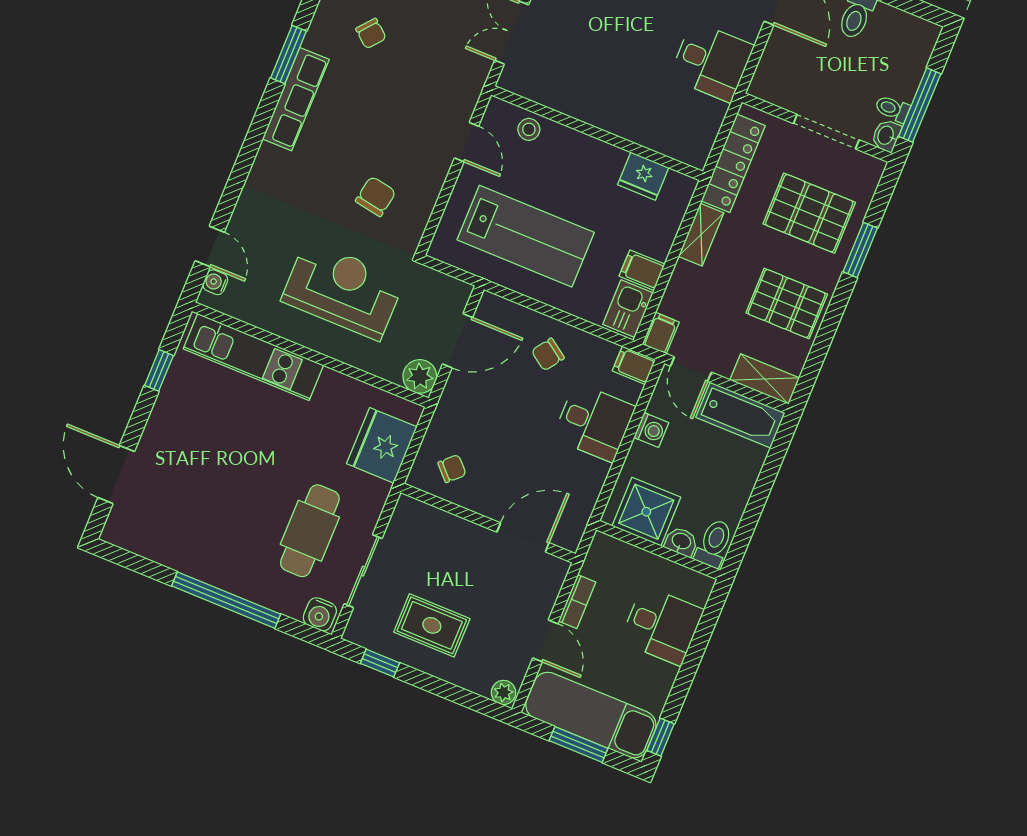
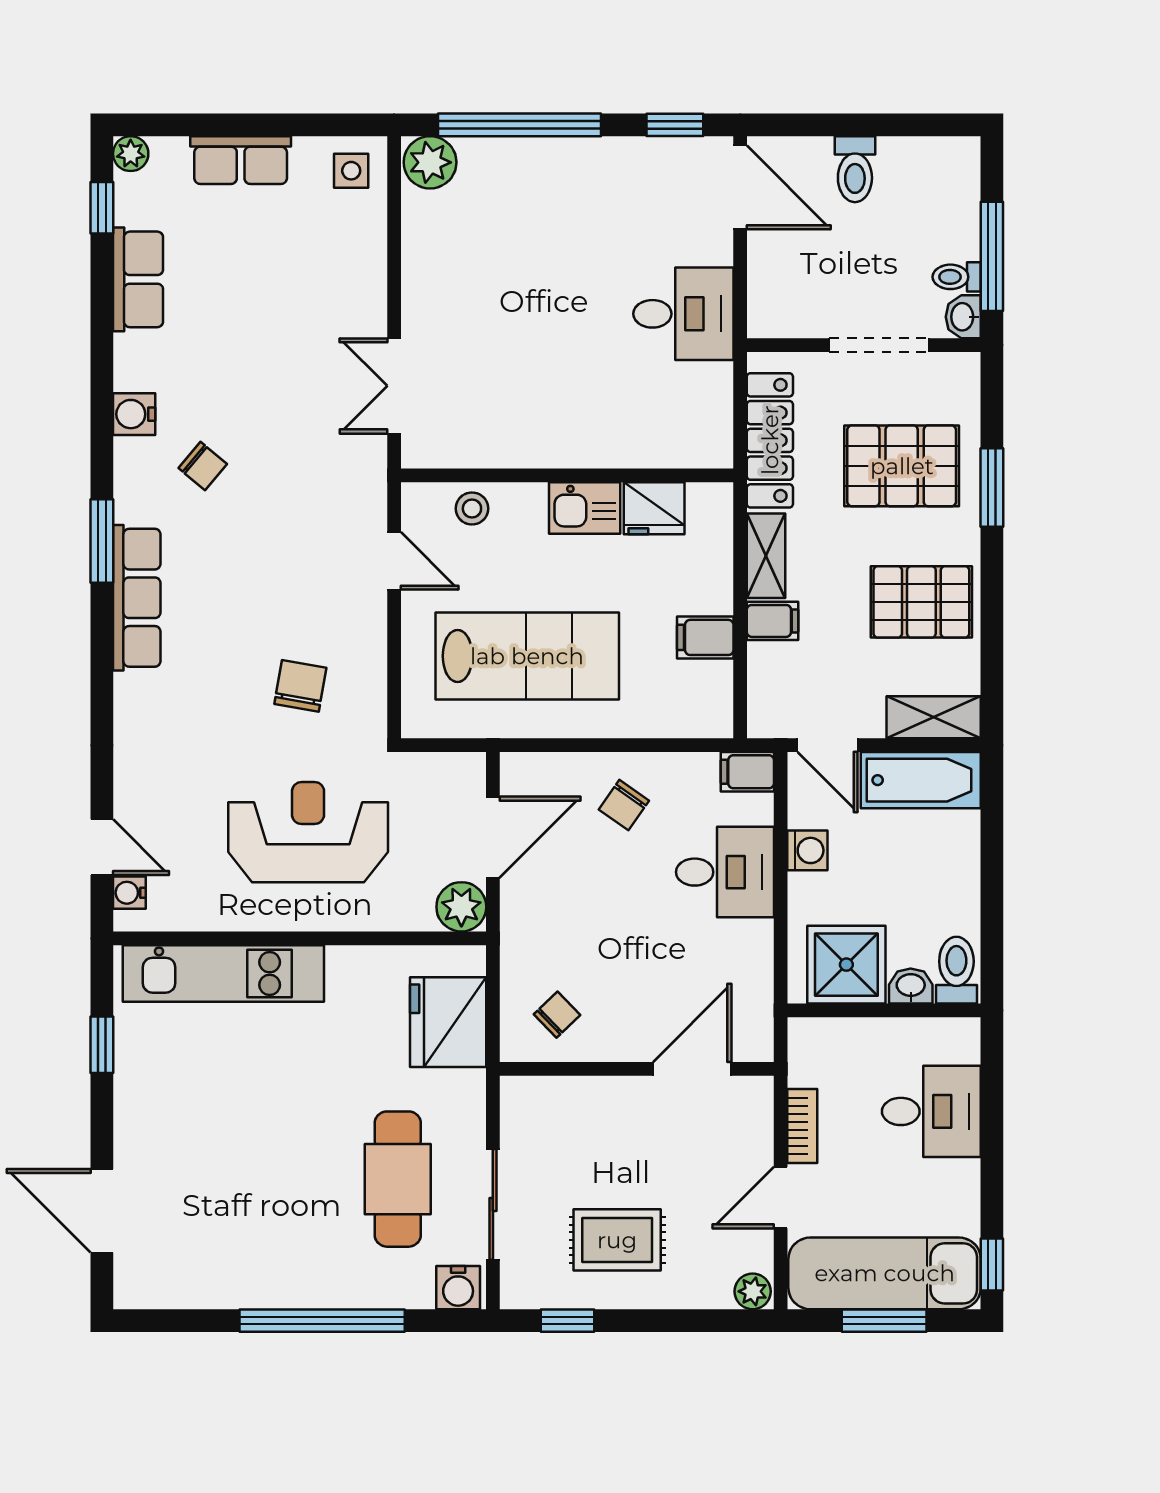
kitchen sink: (628, 309) -> (585, 508), moved, turned -90
filing cabinet: (661, 333) -> (772, 621), moved, turned 90
door: (545, 641) -> (781, 1198), swing flipped

